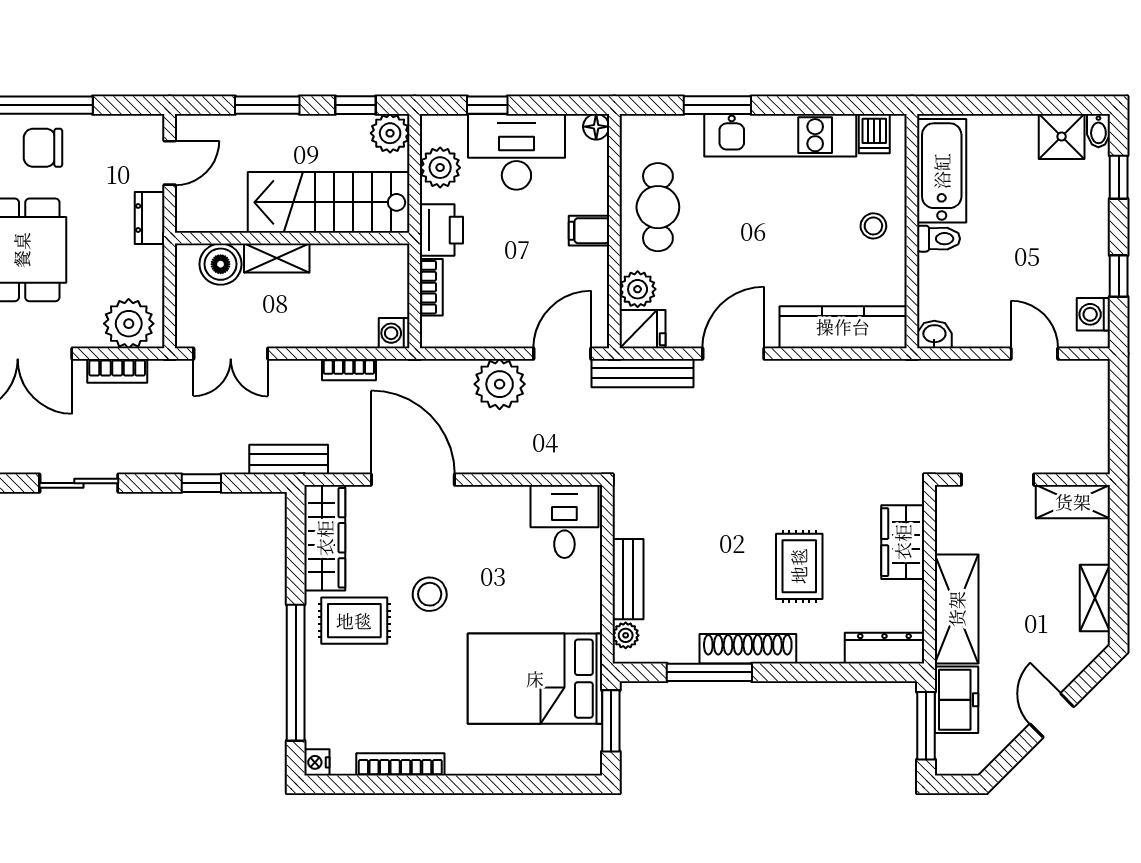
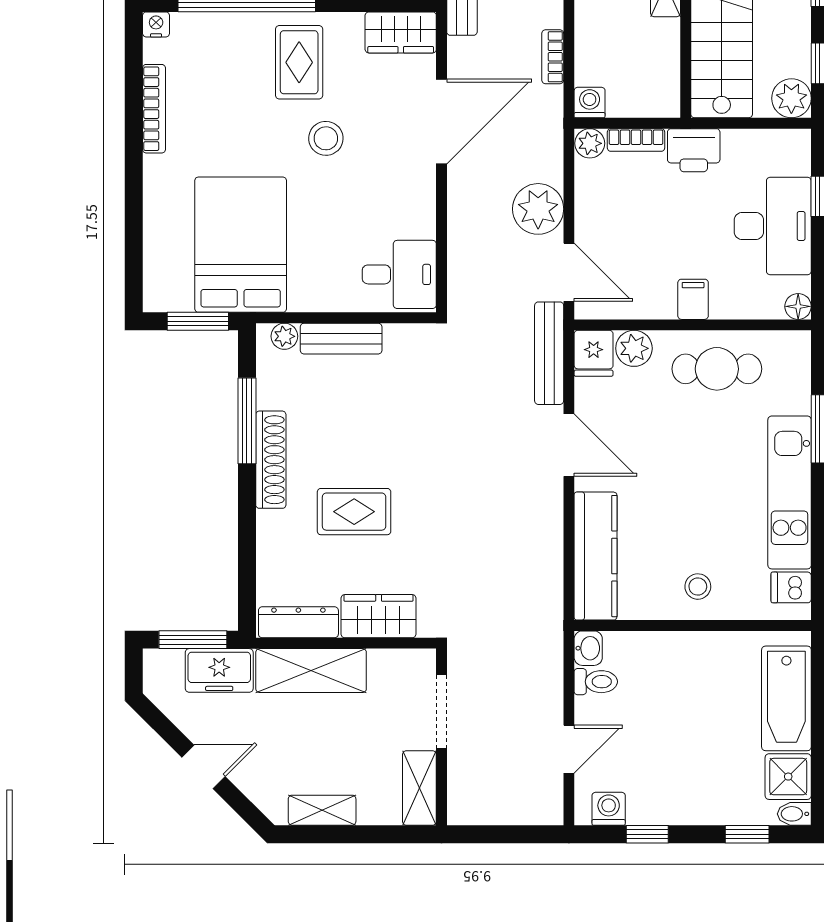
plant: (440, 168) -> (590, 143), moved, width x0.73, depth x0.73
bathtub: (942, 171) -> (786, 698), moved, turned 90
toilet: (939, 239) -> (596, 682), moved, turned -90
wardrobe: (325, 538) -> (401, 32), width x0.67
dresser: (884, 648) -> (298, 622), moved, turned -90

